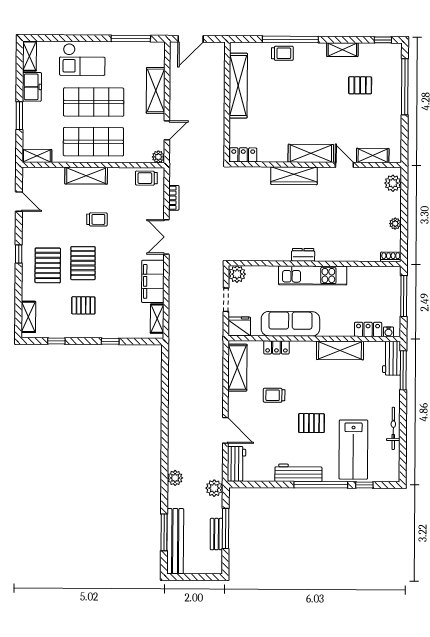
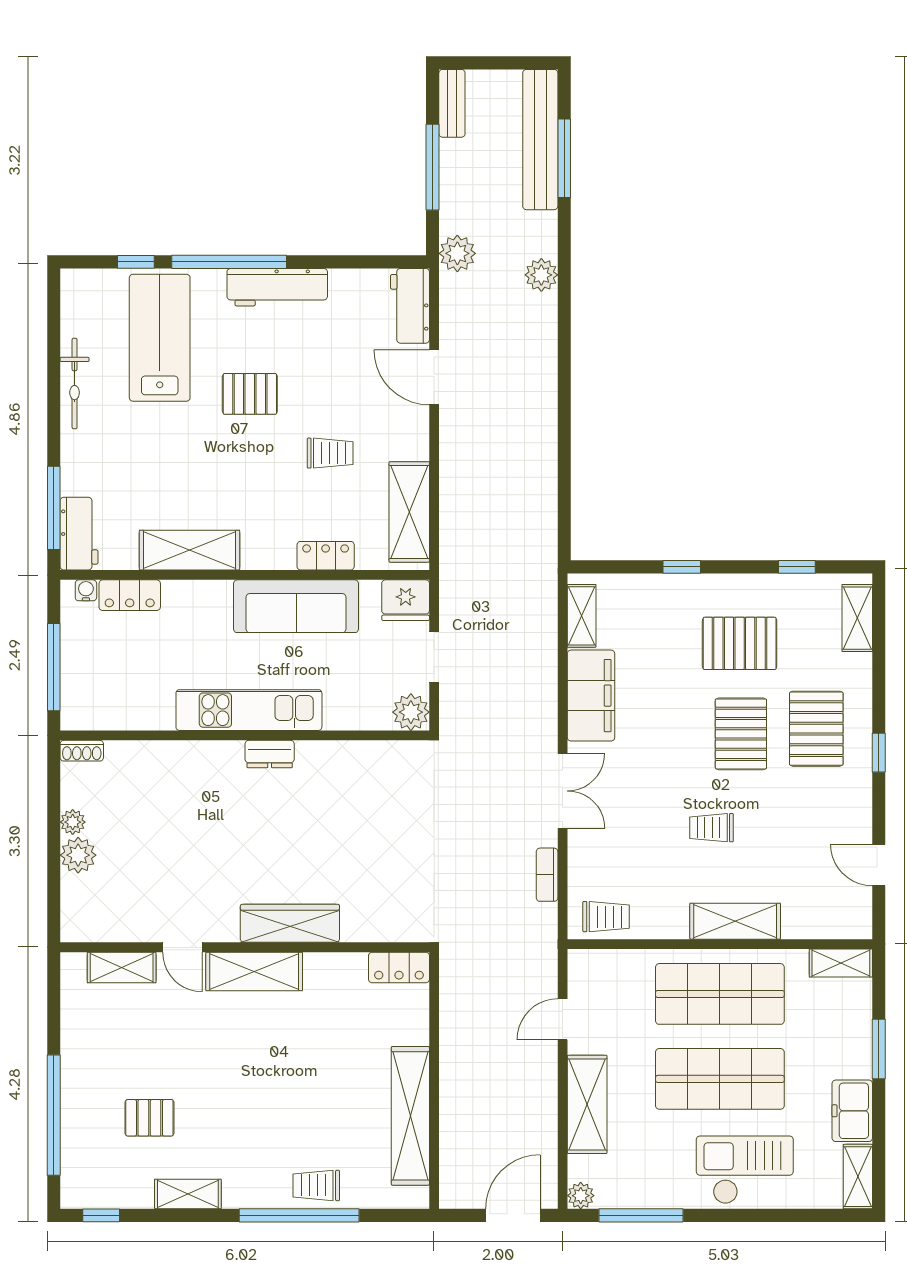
plant: (158, 157) -> (581, 1196), moved
plant: (393, 183) -> (78, 855), moved
pallet: (83, 305) -> (740, 643), width x1.50, depth x1.42
bench: (216, 534) -> (452, 103), moved

